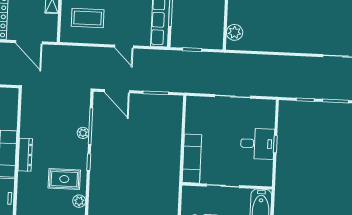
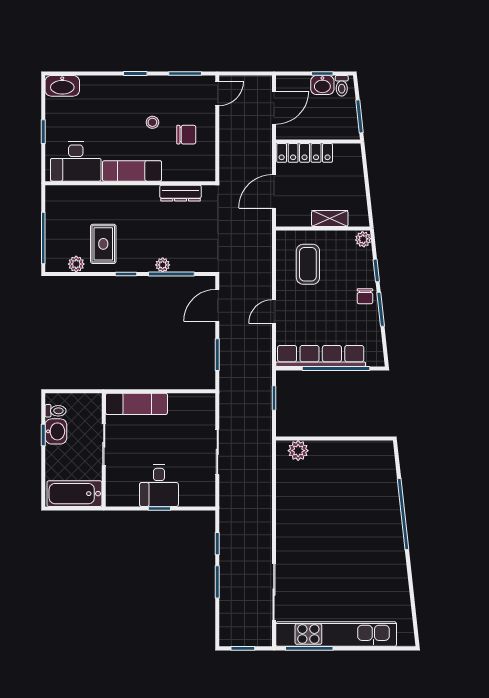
dresser: (25, 155) -> (181, 193), moved

